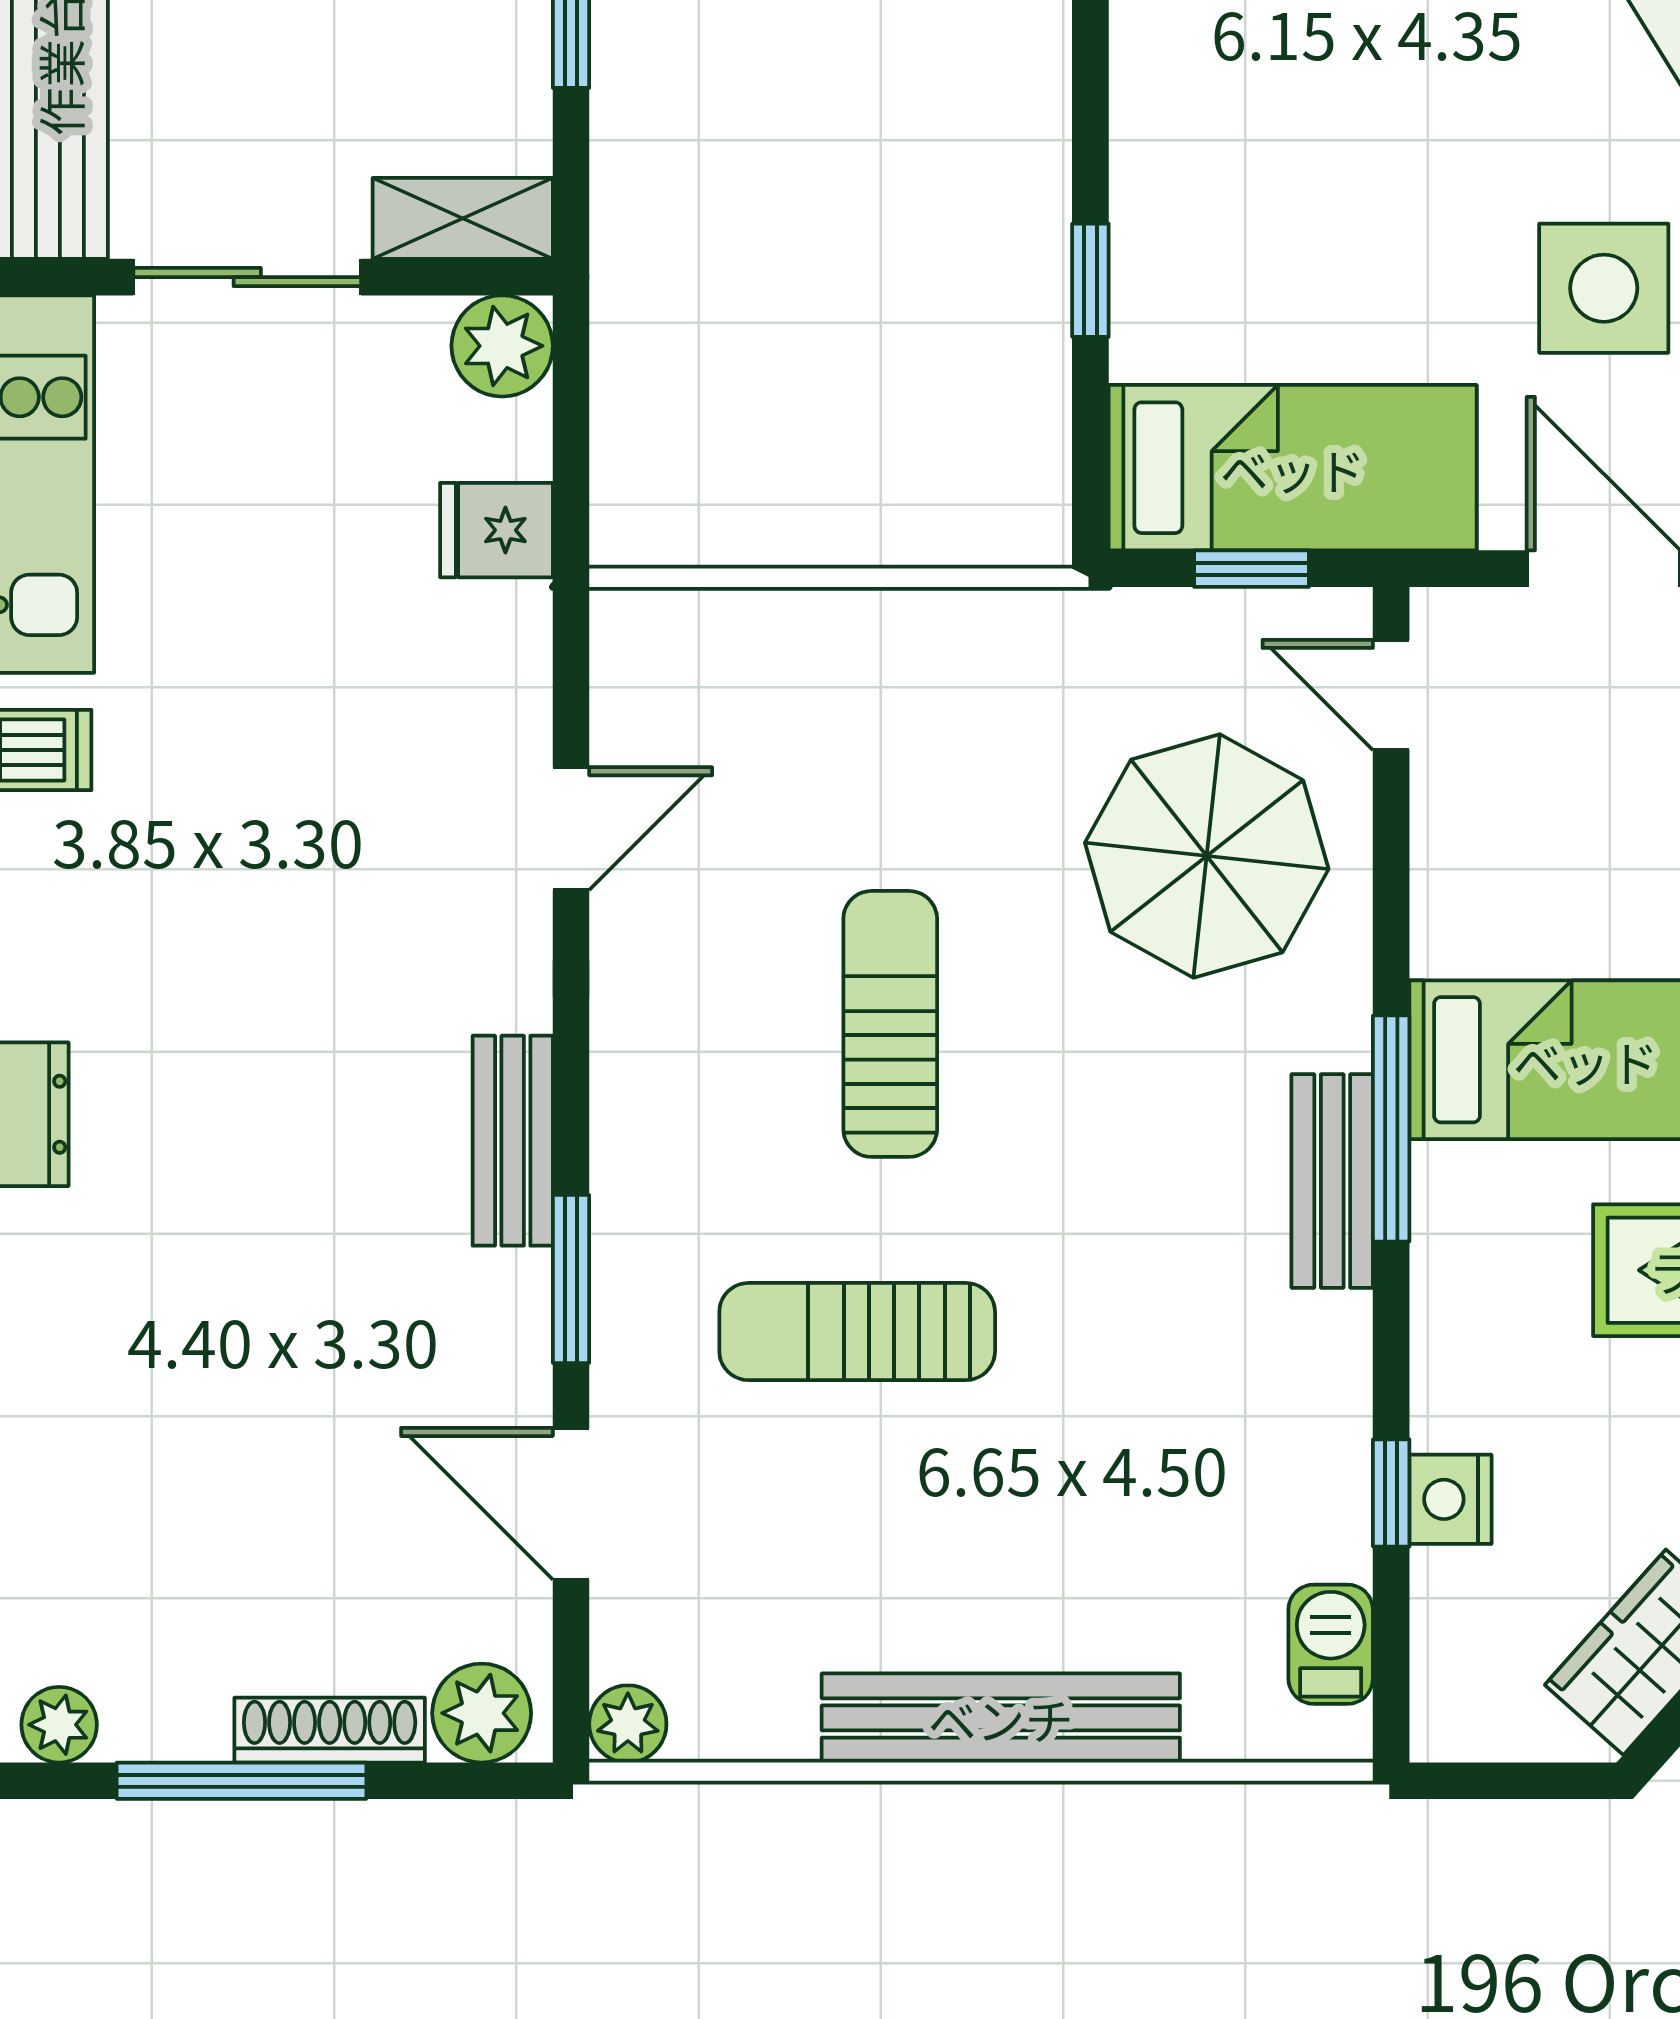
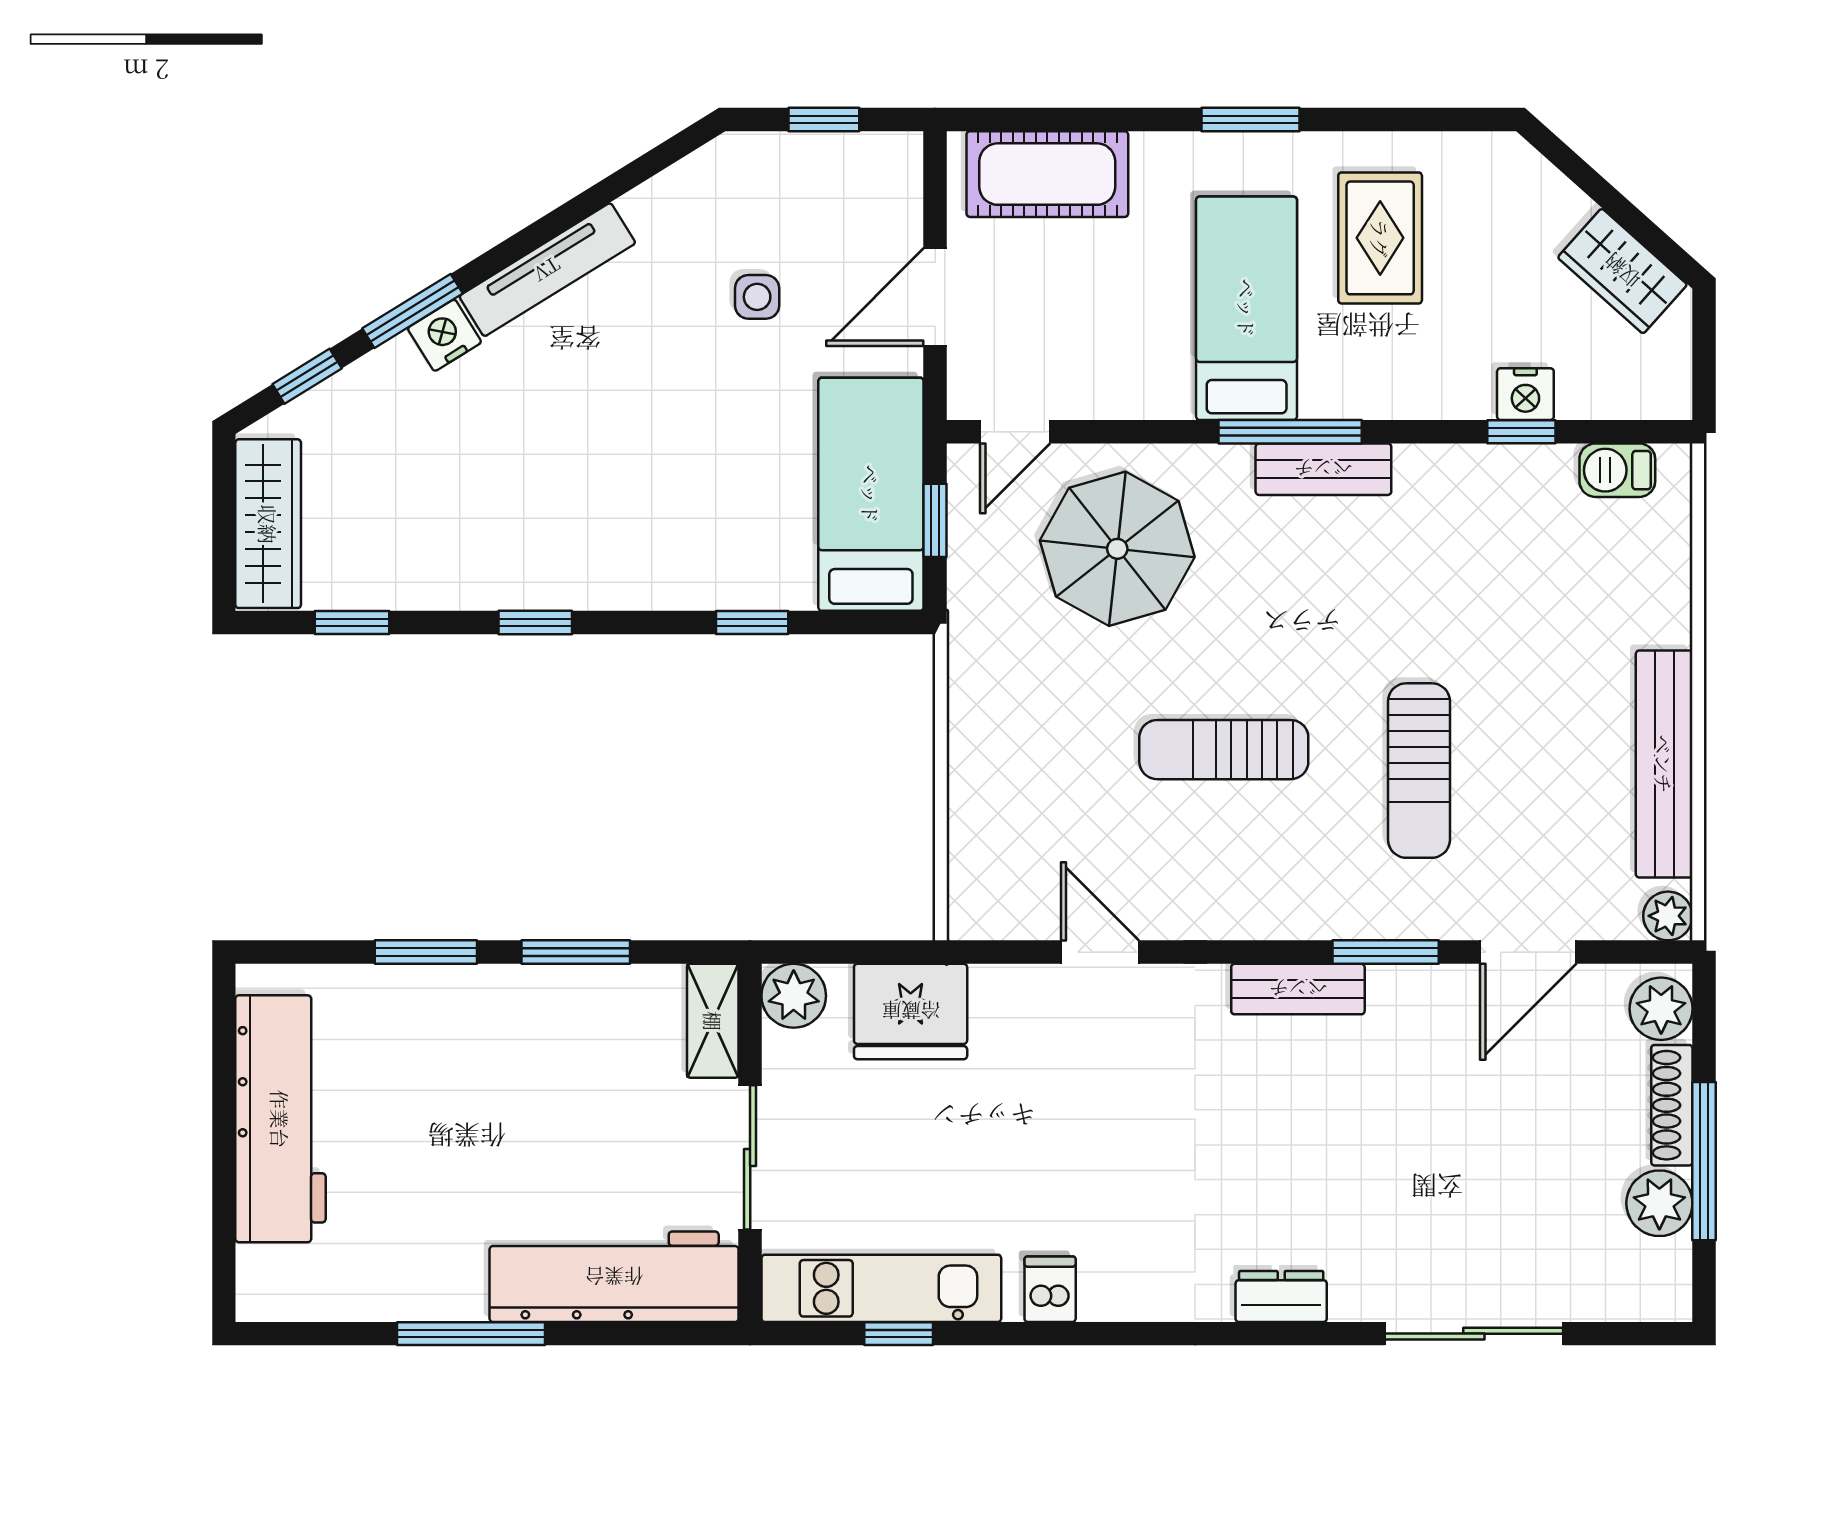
side table: (1604, 288) -> (757, 297), width x0.54, depth x0.54
fridge: (496, 530) -> (911, 1011), width x1.88, depth x1.34
bench: (1001, 1718) -> (1664, 764), moved
plant: (59, 1725) -> (1659, 1203), moved, width x1.38, depth x1.38

